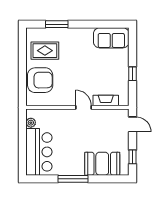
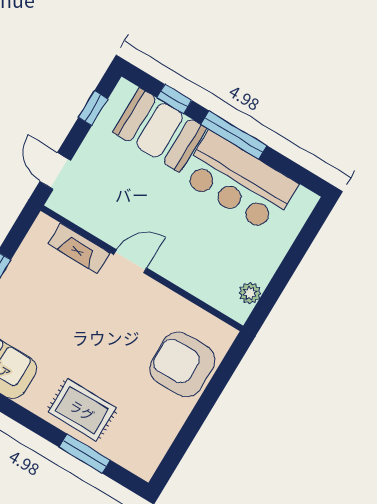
rug: (45, 51) -> (82, 410), moved
door: (83, 107) -> (130, 261), swing flipped
bar counter: (39, 152) -> (239, 182), moved, turned -90
window: (104, 179) -> (174, 99), added

